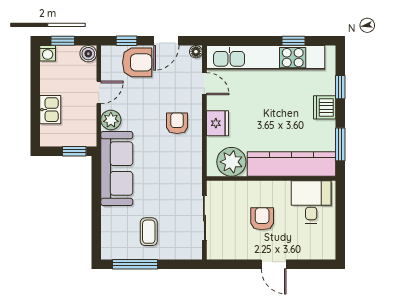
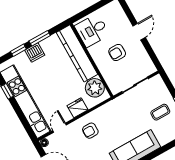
window: (340, 144) -> (40, 38), moved

